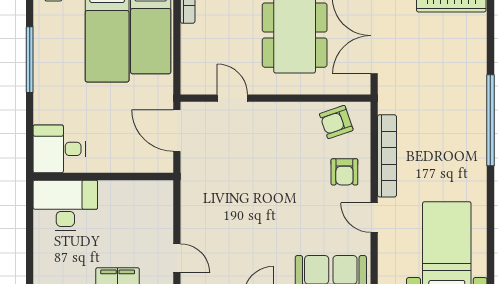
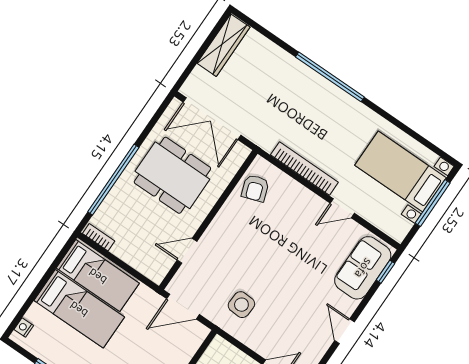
armchair: (344, 172) -> (295, 207), removed
side table: (217, 185) -> (241, 305), added

